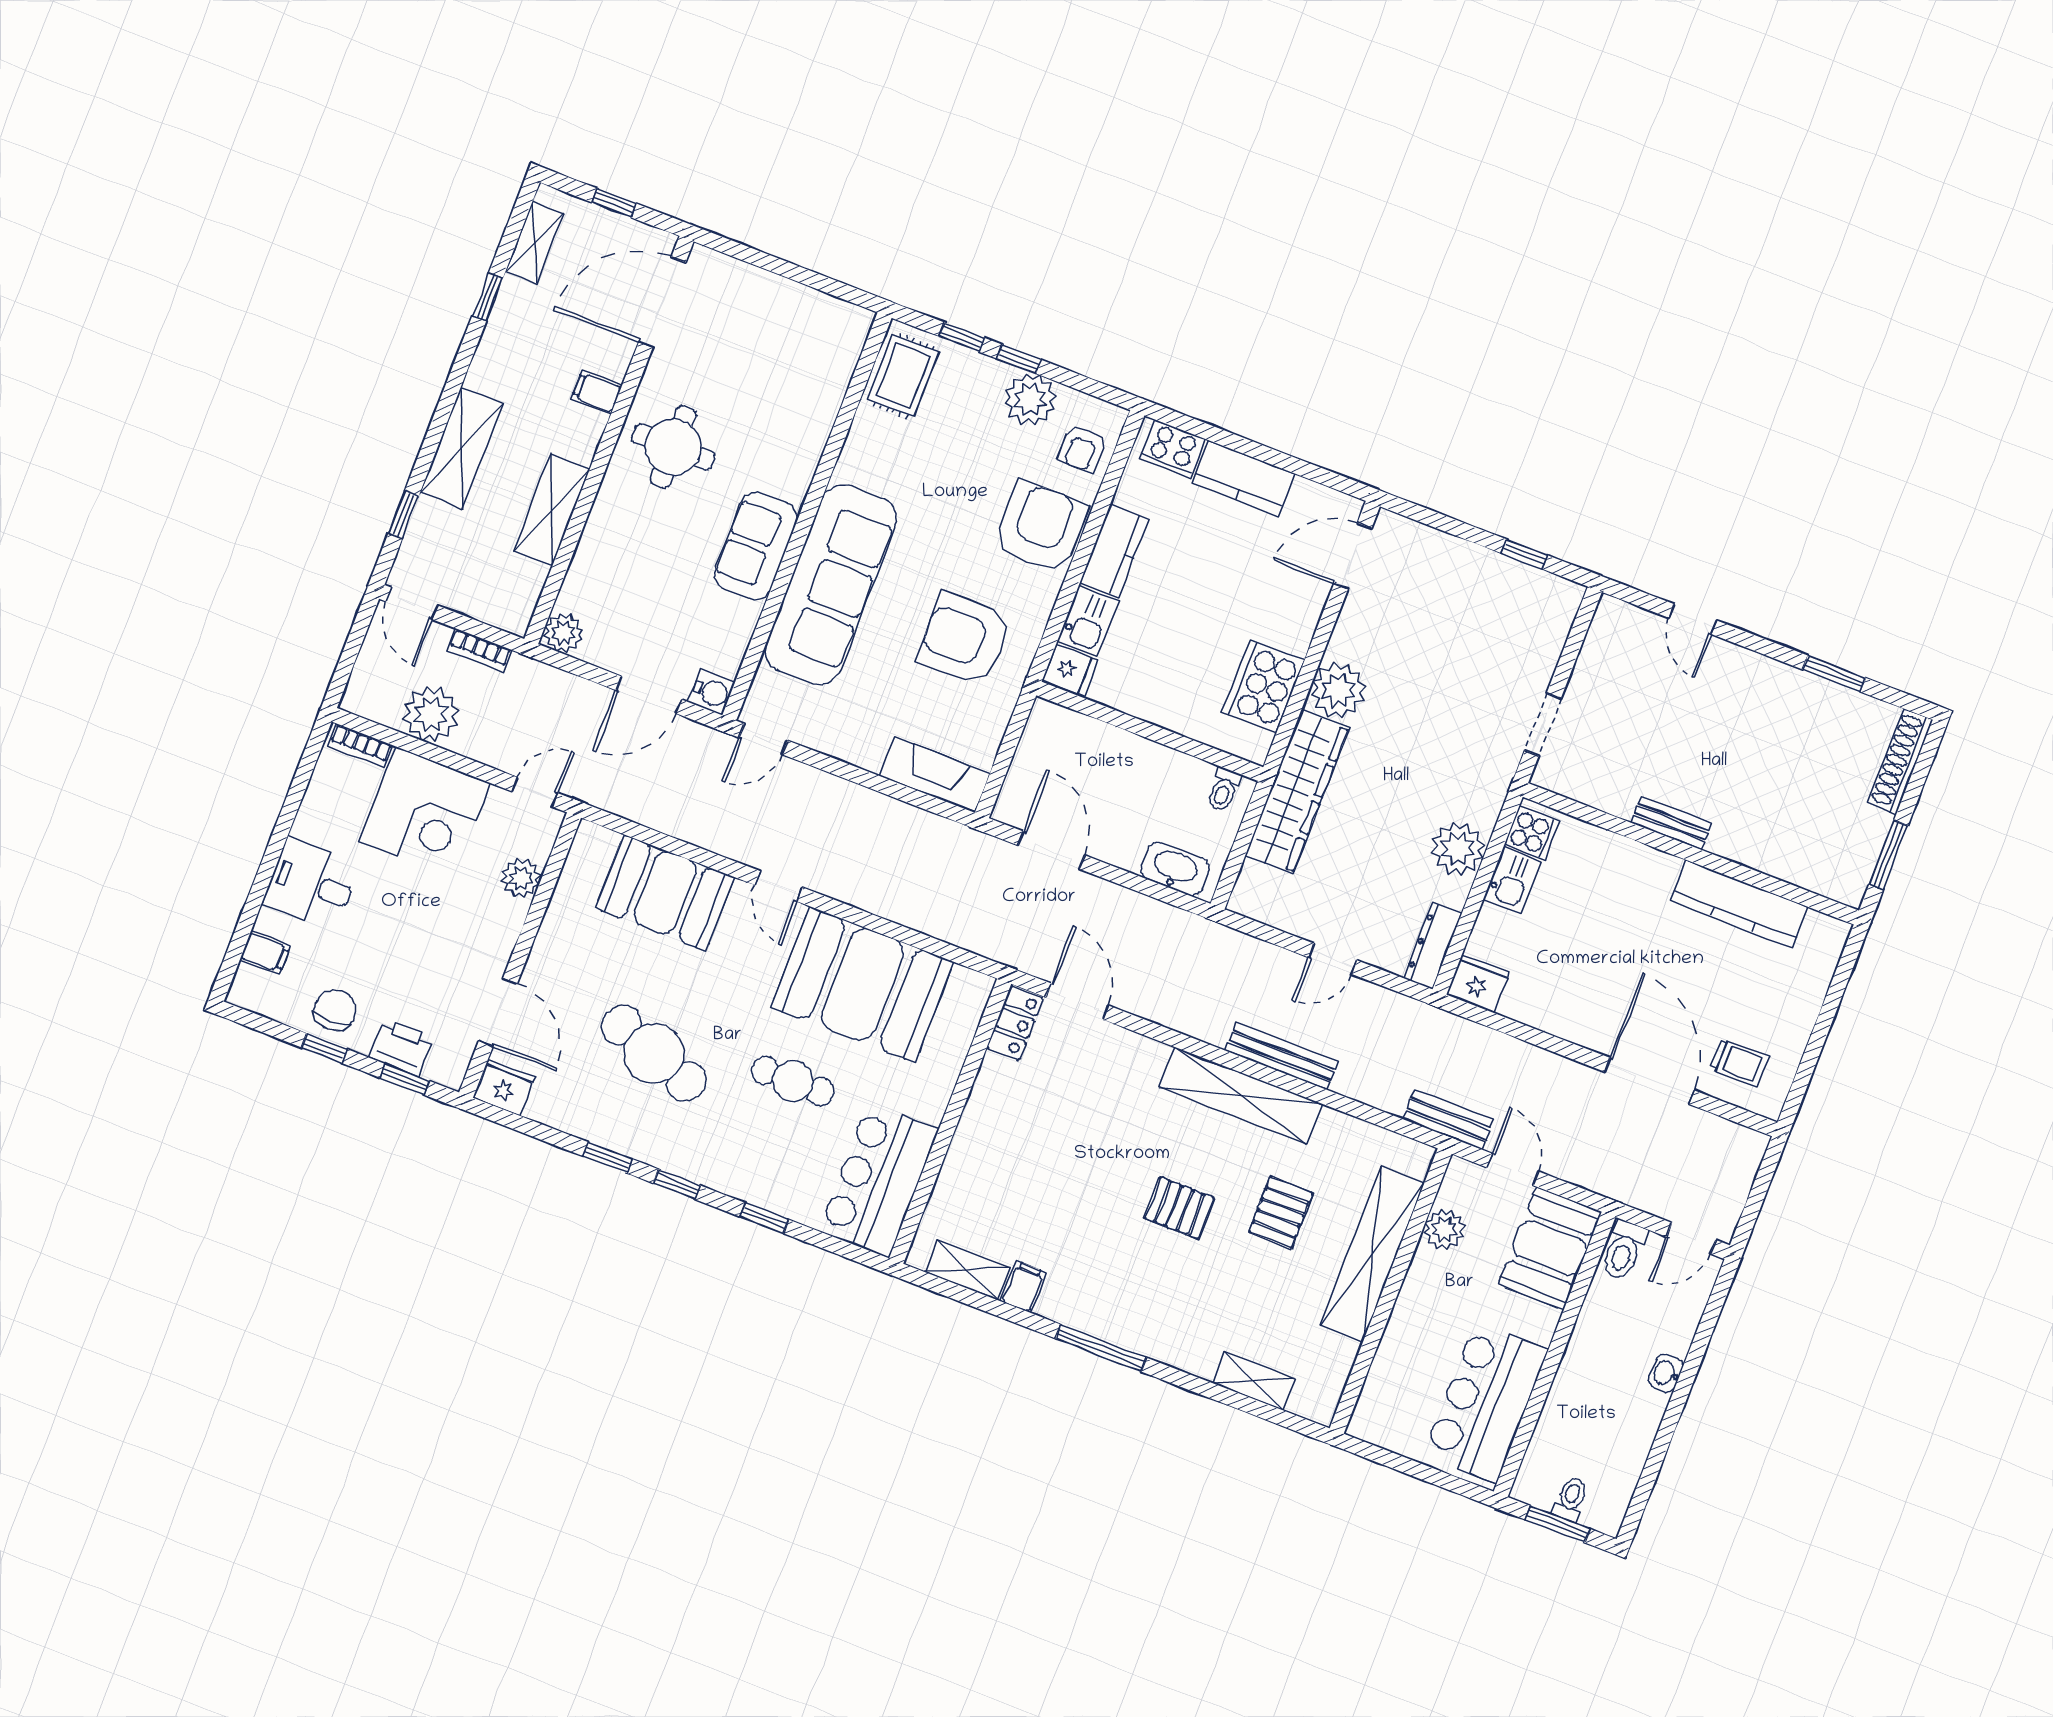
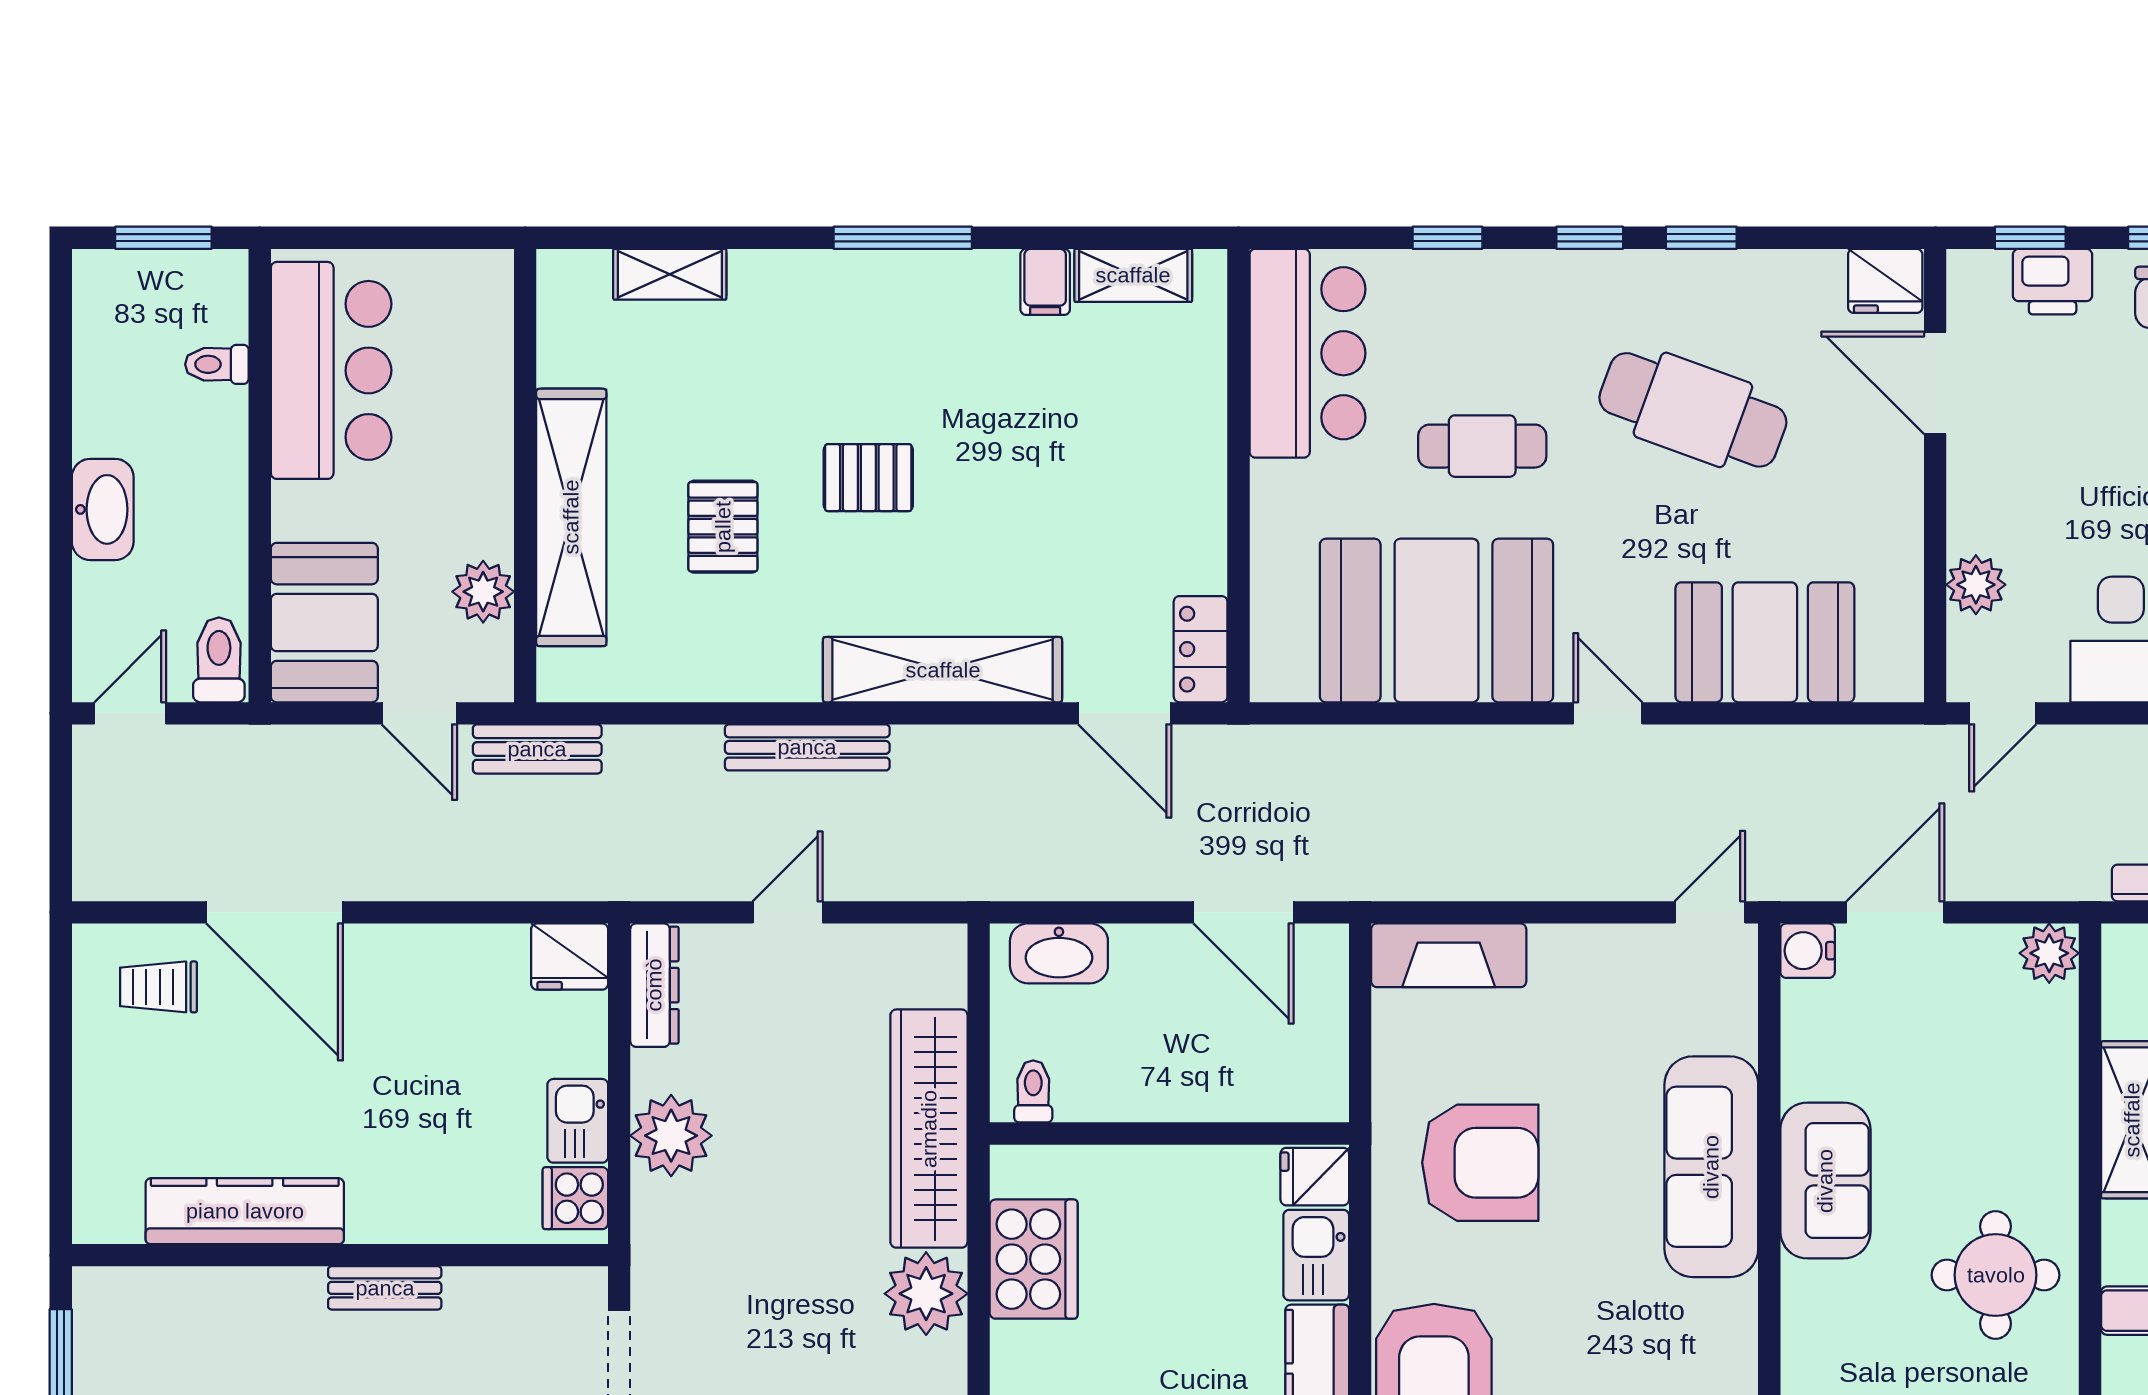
sofa: (831, 585) -> (1711, 1167), width x0.74, depth x0.79
shelving: (1241, 1095) -> (943, 670), moved
washbasin: (1666, 1373) -> (103, 509), width x1.91, depth x1.45
toilet: (1571, 1499) -> (217, 364), moved, turned 90

